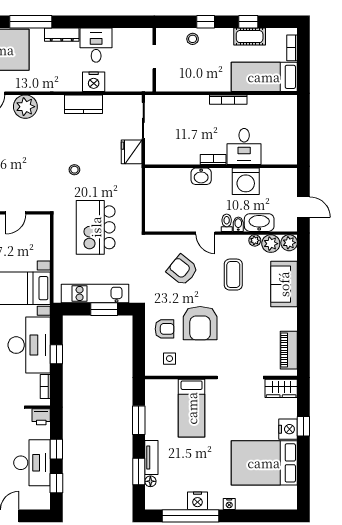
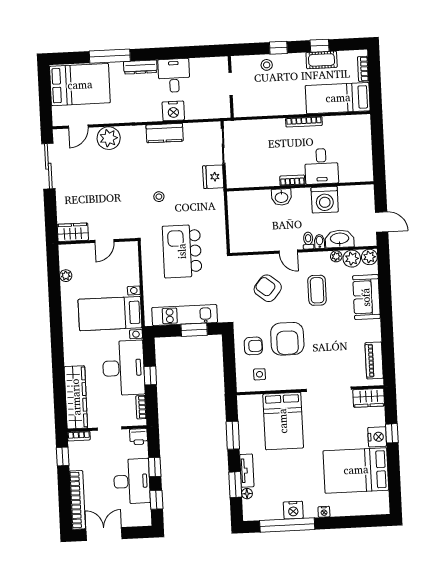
bed: (192, 408) -> (283, 421), width x1.50

